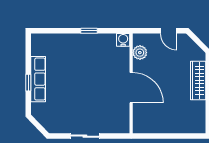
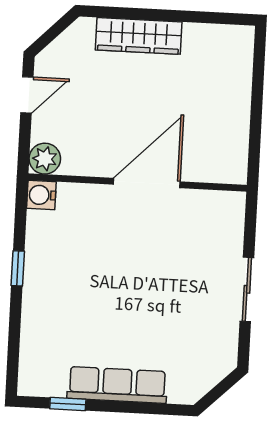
plant: (140, 53) -> (45, 159), moved
window: (28, 83) -> (68, 404), moved

